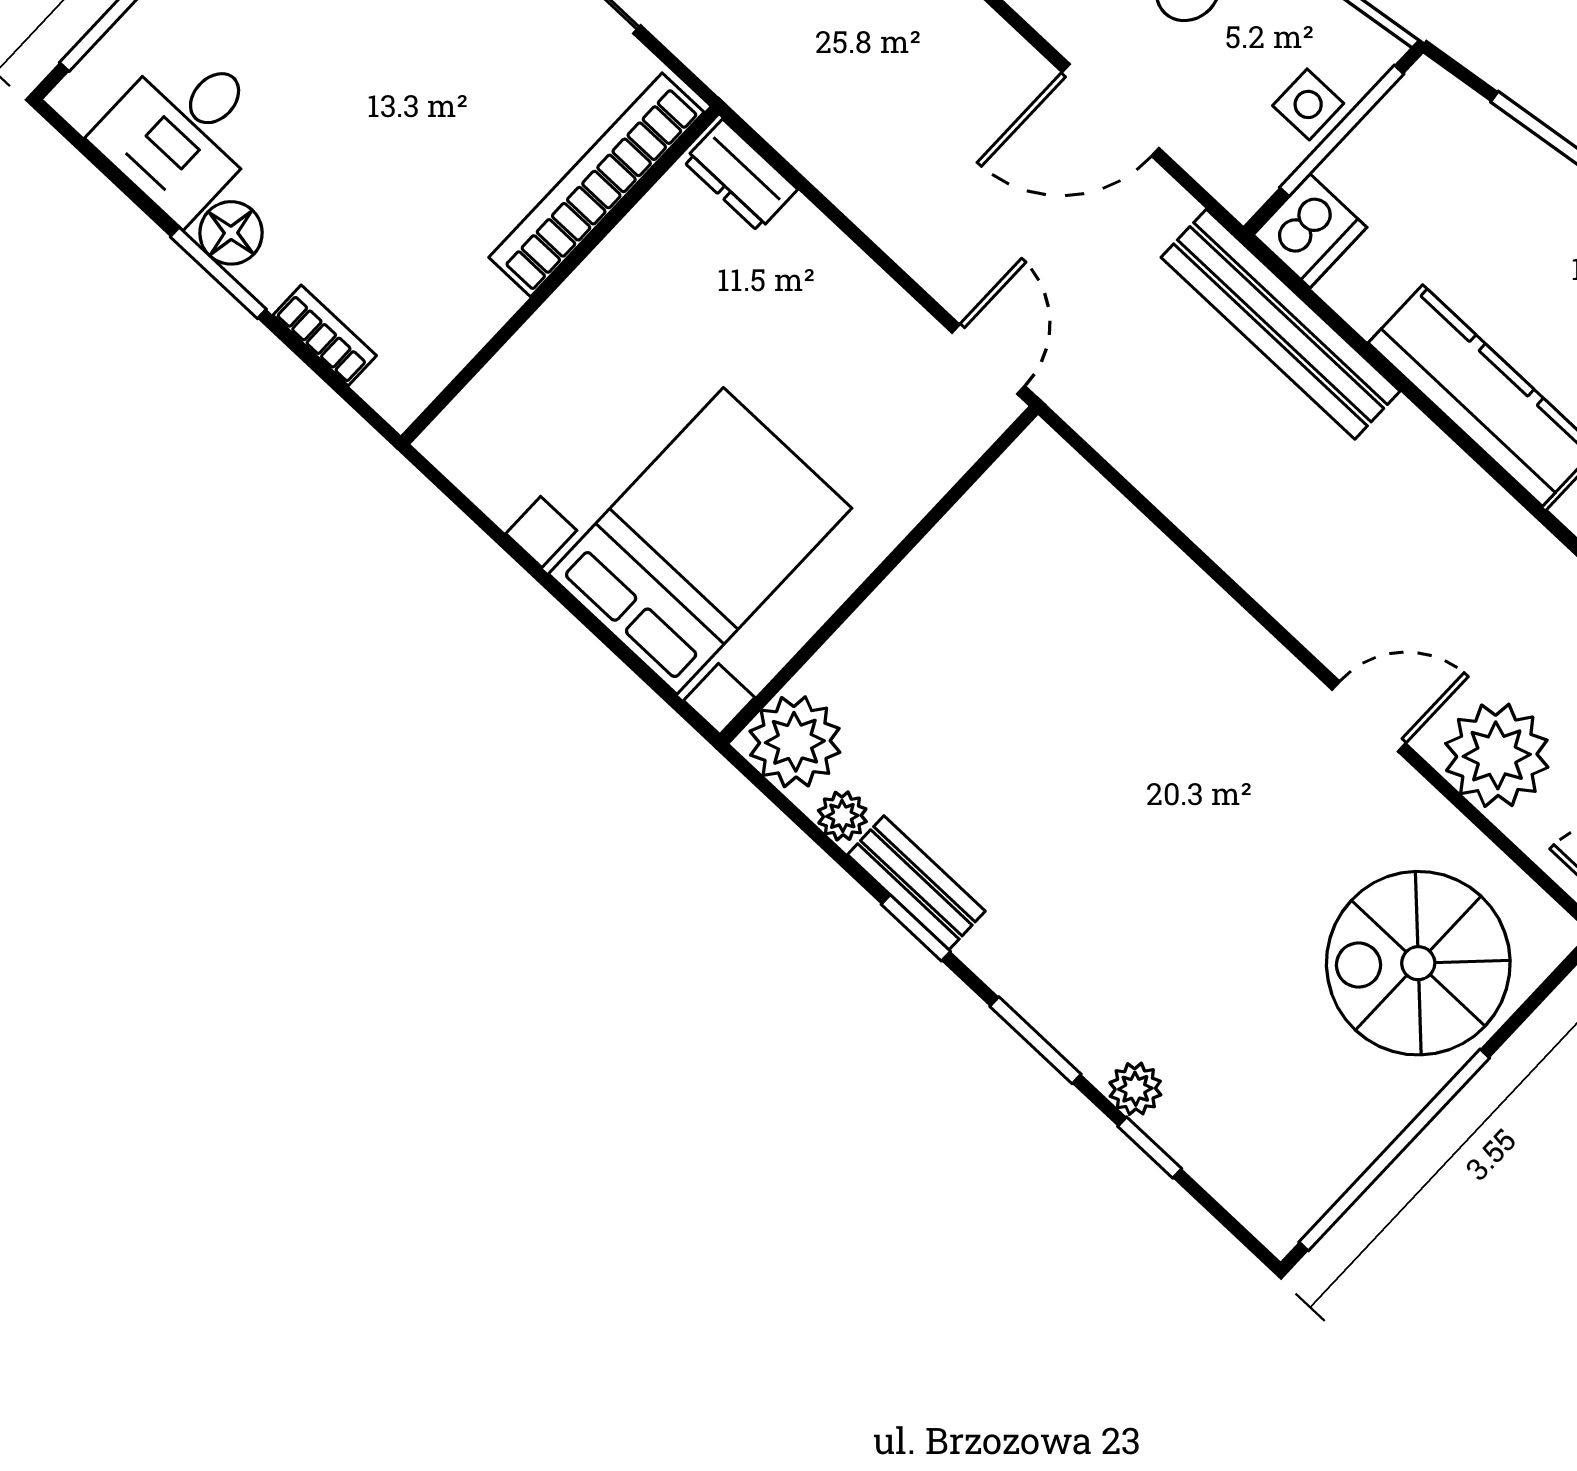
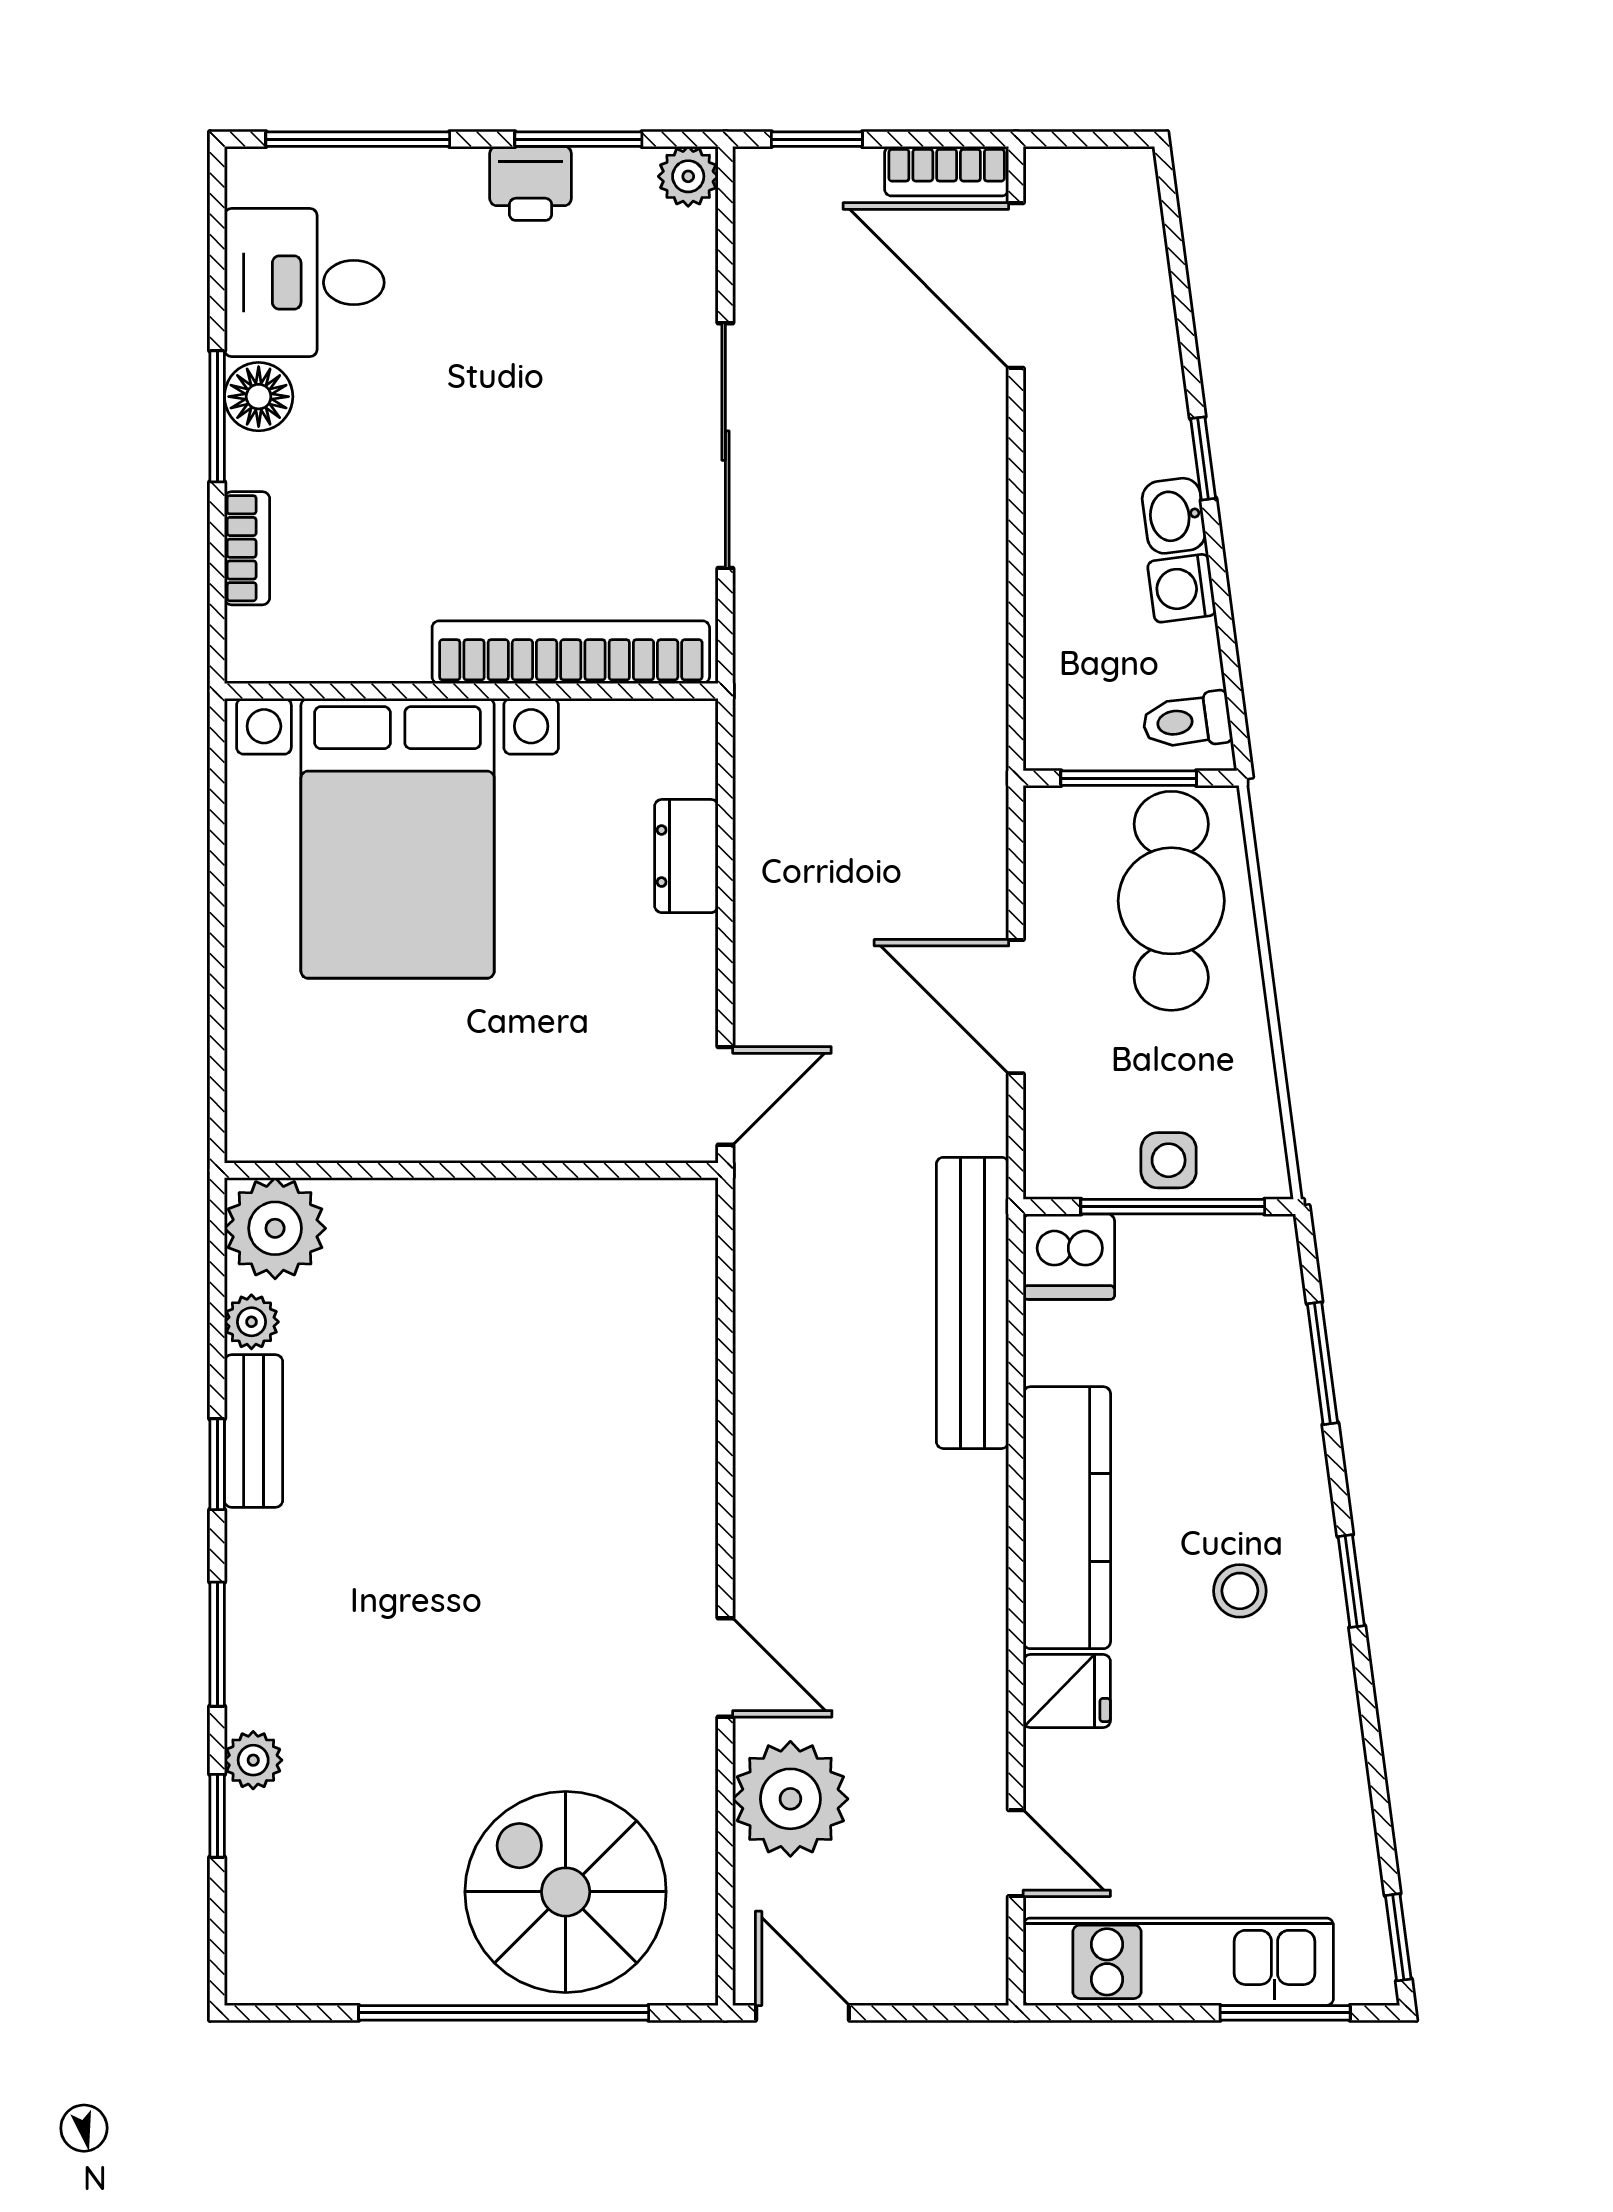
dresser: (740, 175) -> (686, 856), moved
bed with nightstands: (700, 541) -> (398, 838), moved, turned 90
window: (1394, 1150) -> (504, 2013), moved

